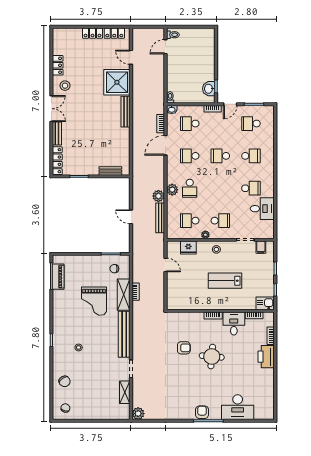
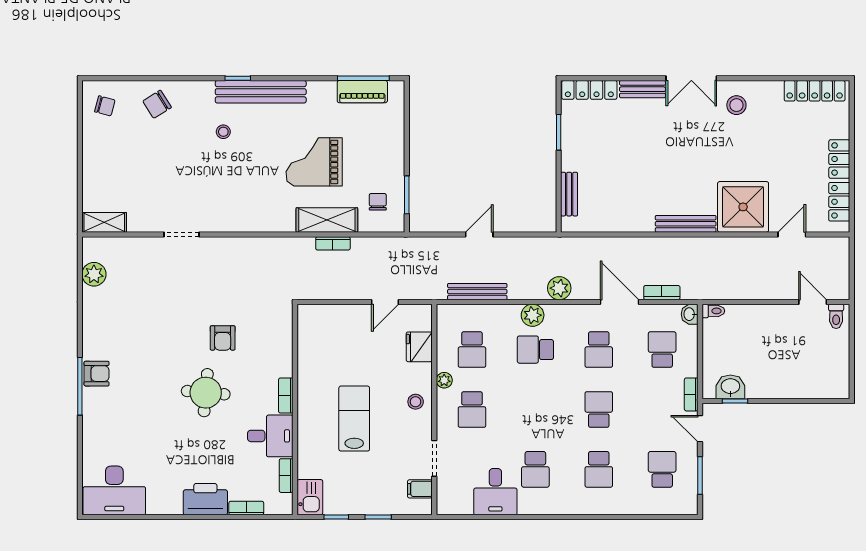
locker: (58, 65) -> (815, 91), moved, width x1.53
school desk: (190, 156) -> (599, 350), turned 180
plant: (158, 196) -> (559, 288), moved
school desk: (190, 221) -> (472, 350), turned 180
bench: (124, 334) -> (261, 92), moved
shelving: (125, 392) -> (104, 222), moved
desk: (238, 407) -> (114, 490), moved, turned -90
plant: (138, 414) -> (94, 274), moved

